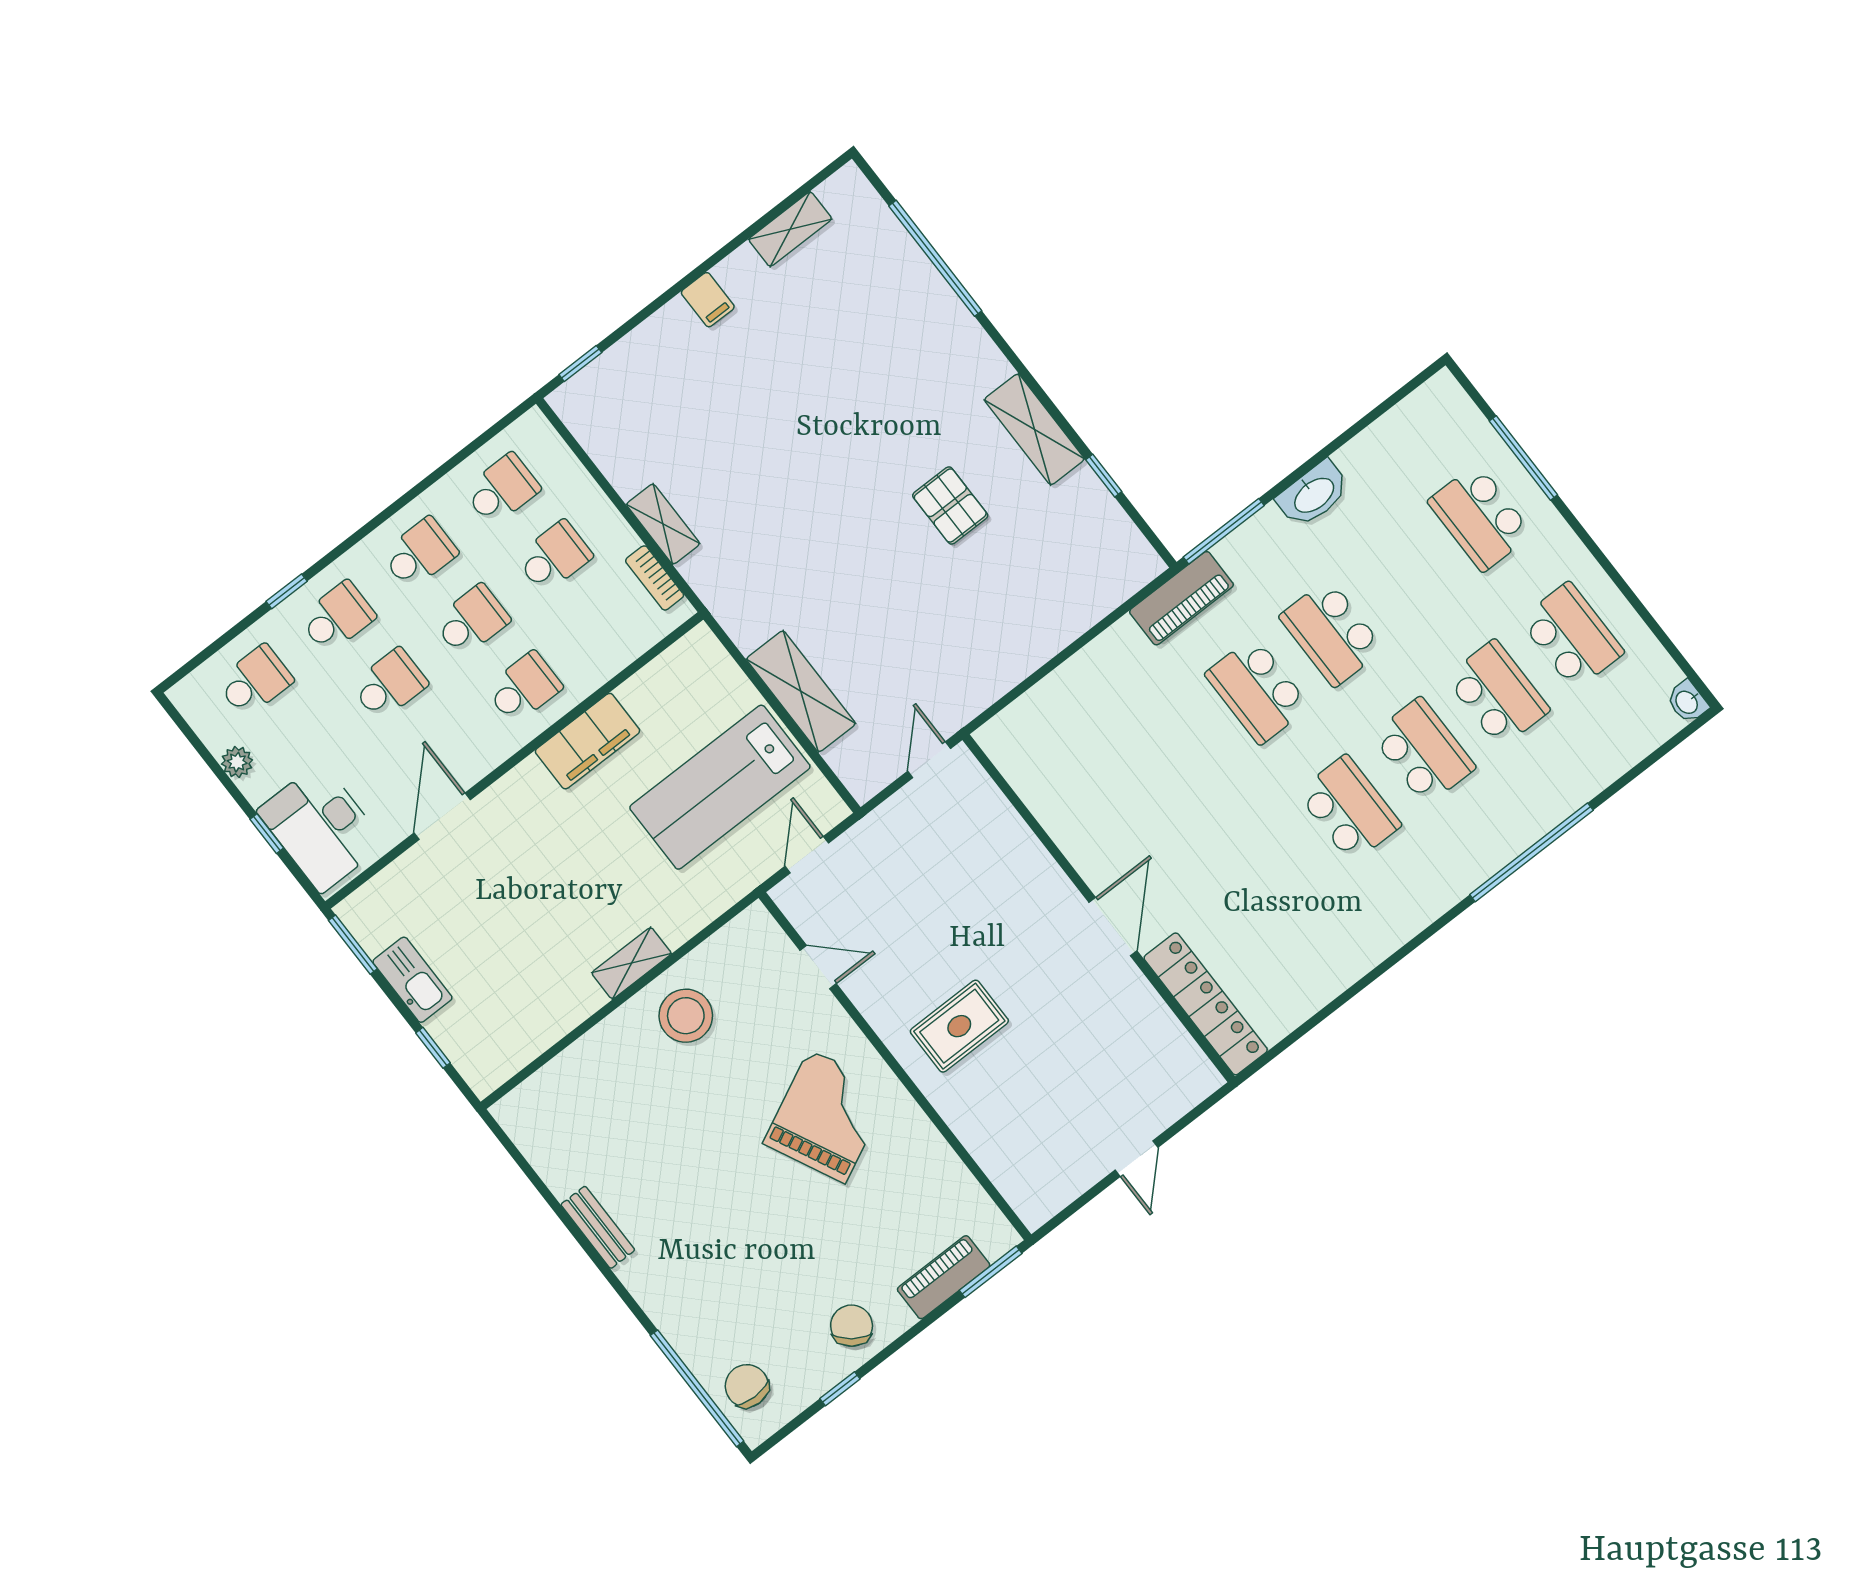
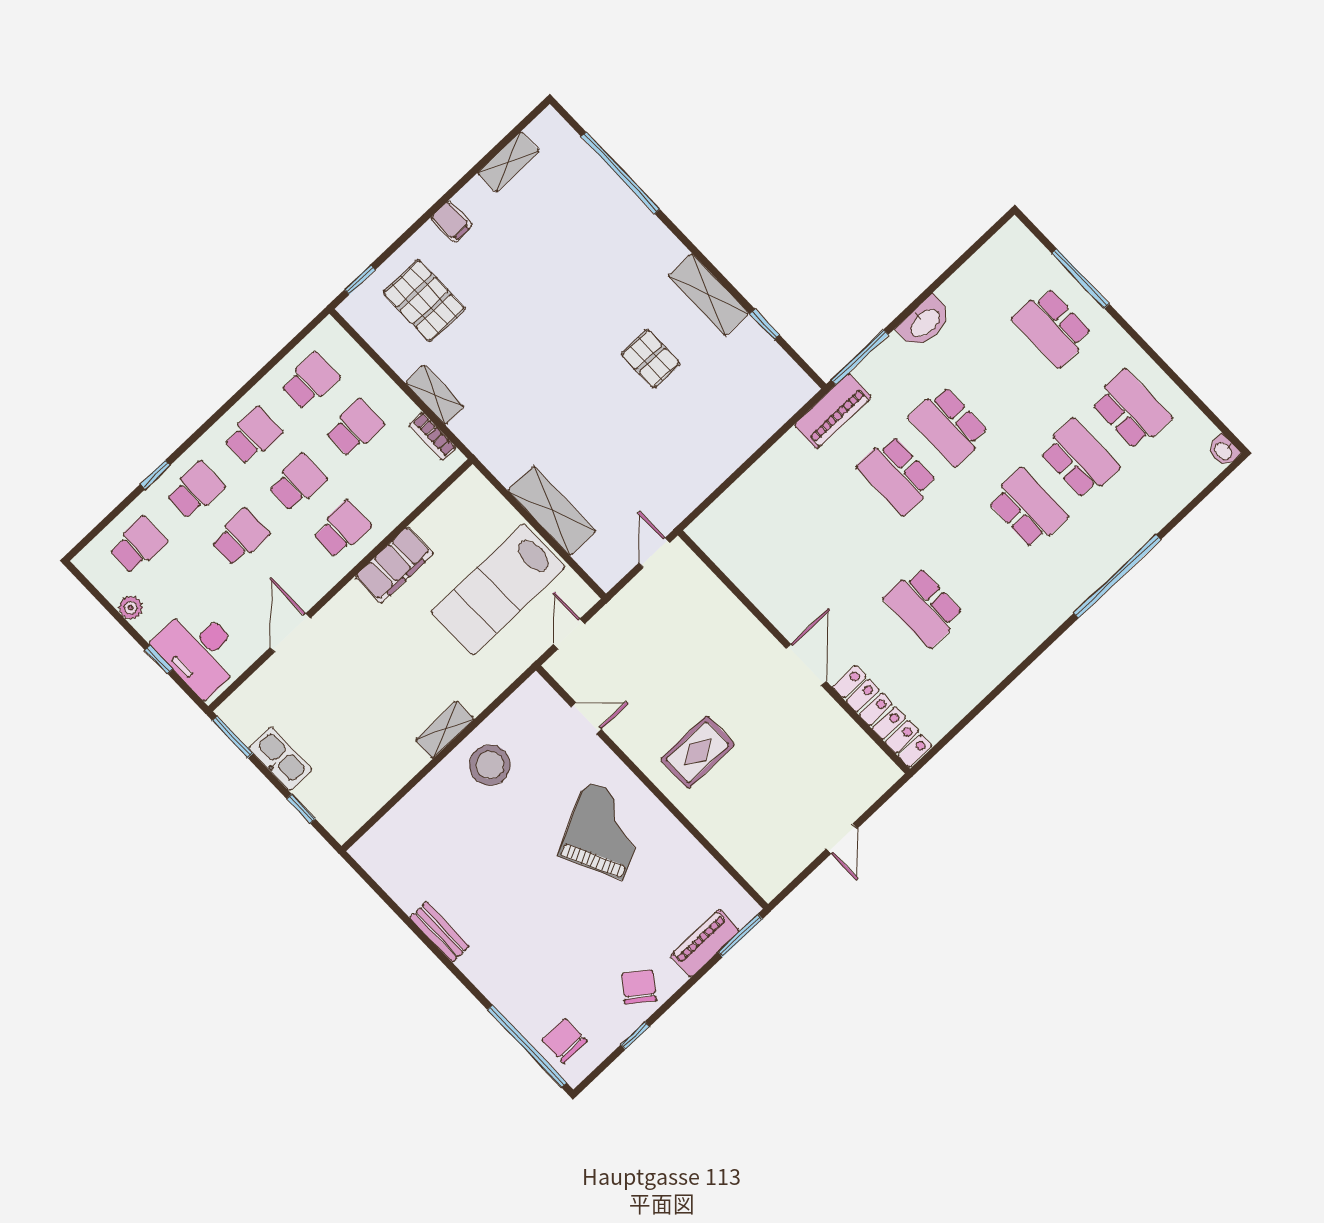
pallet: (661, 399) -> (424, 301), added
school desk: (1349, 809) -> (924, 607), moved, turned 180

